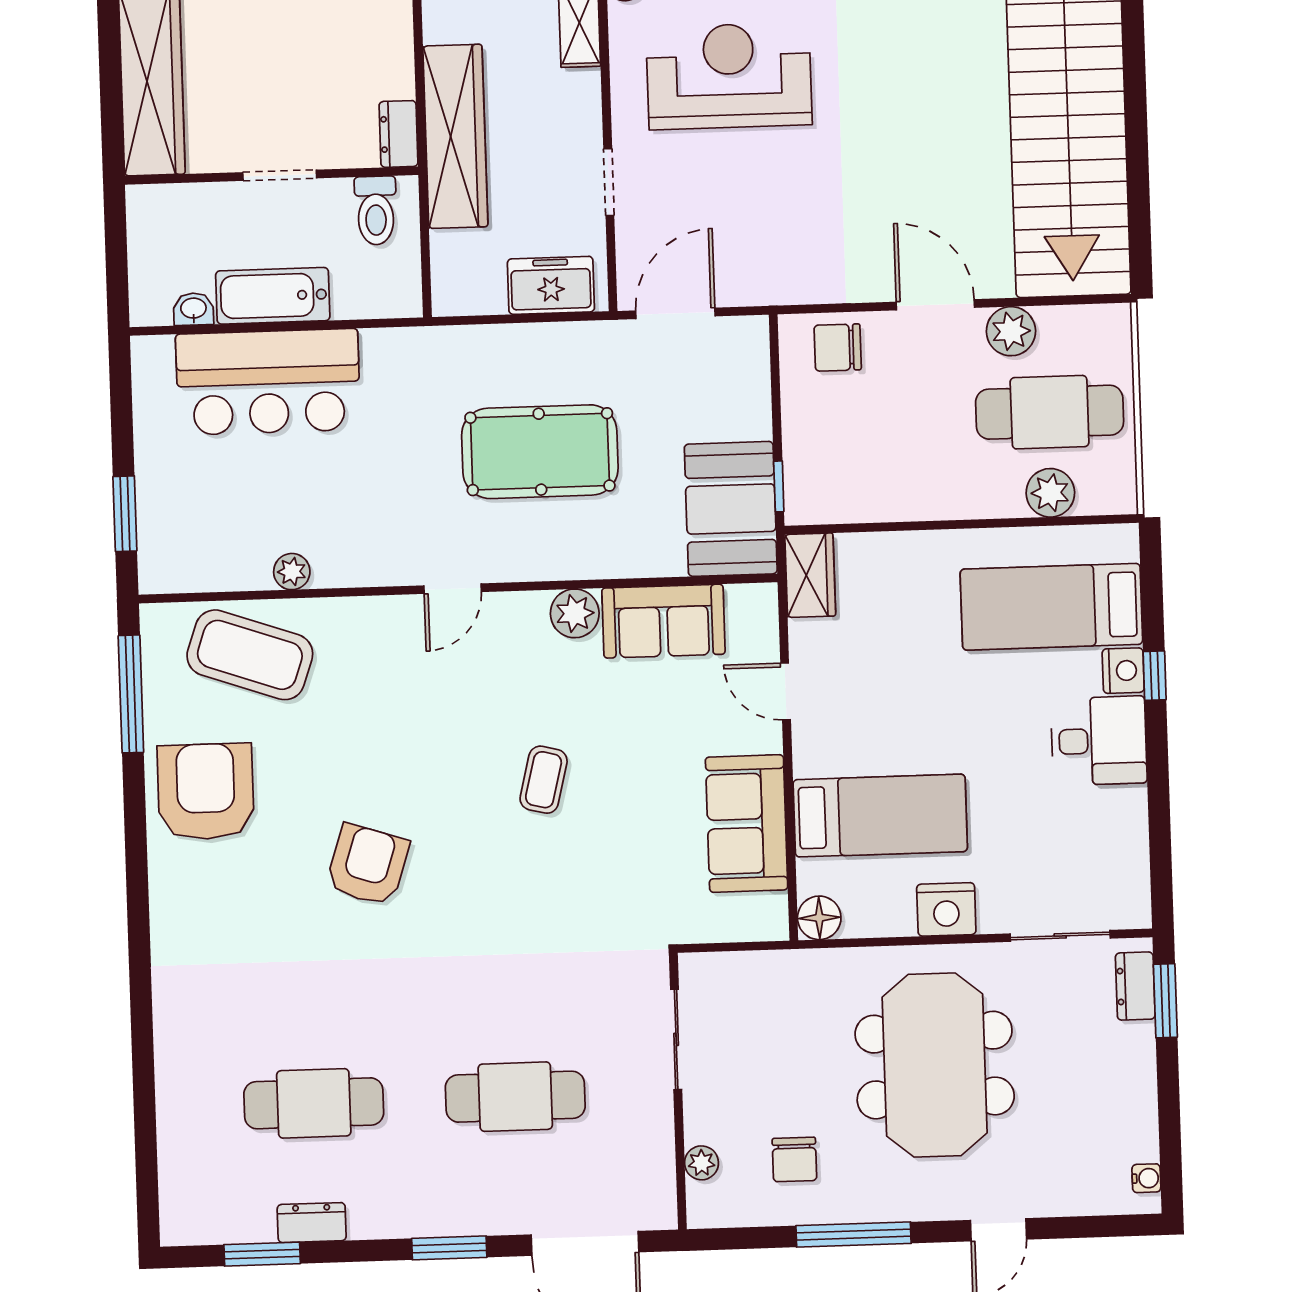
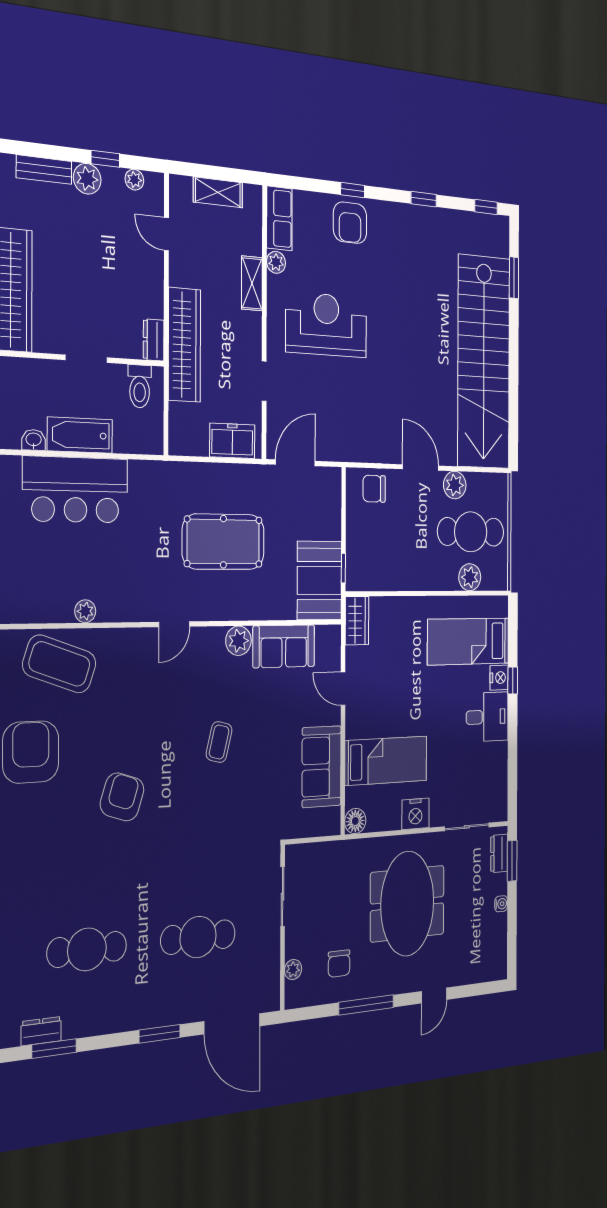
water cooler: (1146, 1178) -> (501, 904), moved
dresser: (312, 1223) -> (41, 1031), moved

